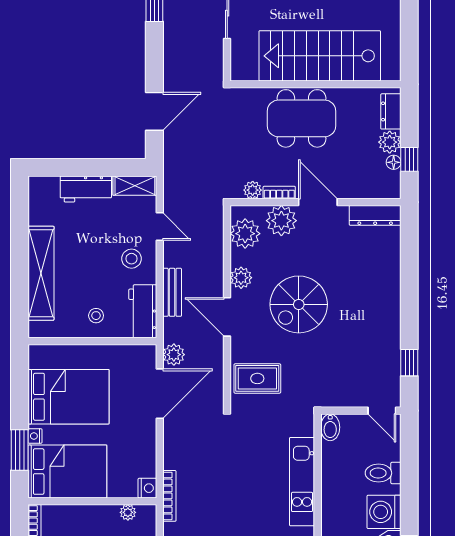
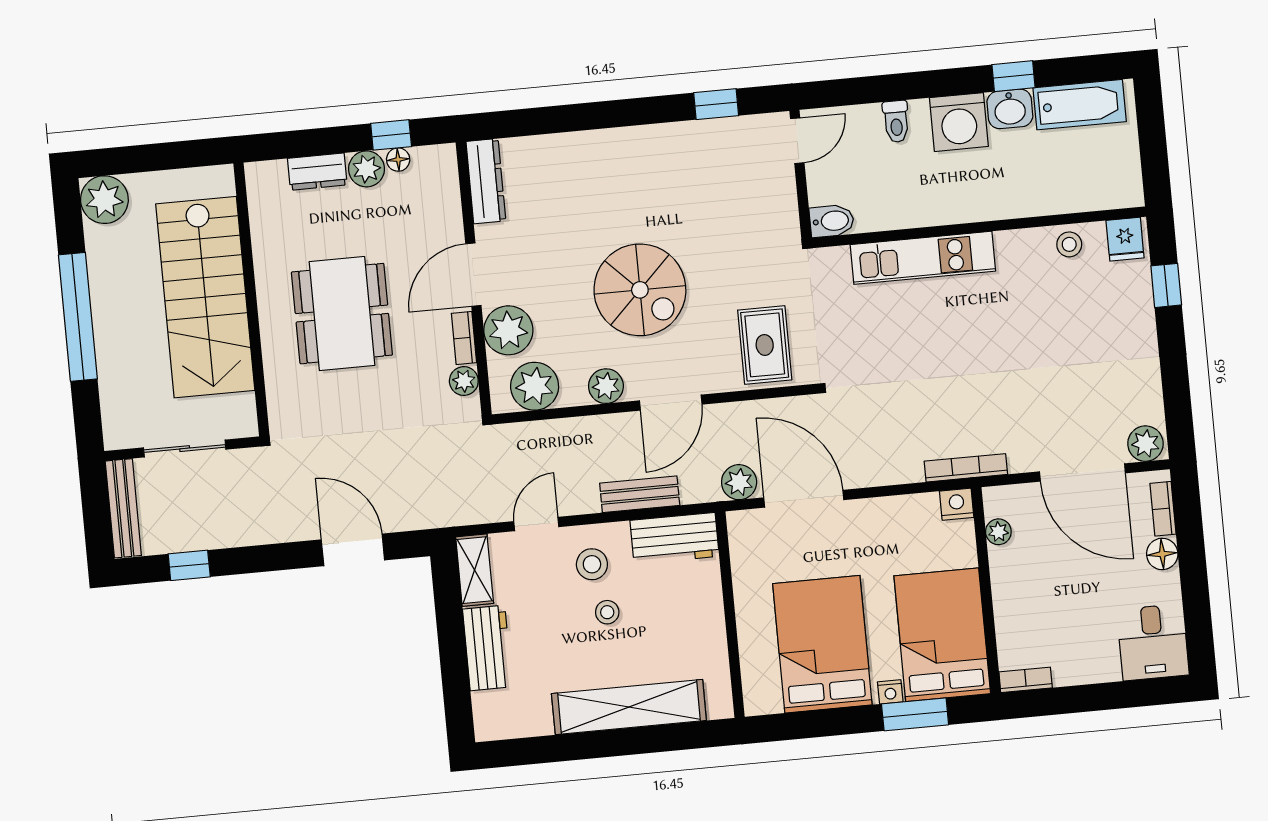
stairs: (320, 56) -> (205, 297), moved
wall: (316, 84) -> (251, 299), moved
stool: (96, 316) -> (607, 612), moved
toilet: (383, 473) -> (896, 121), width x0.73, depth x0.72

